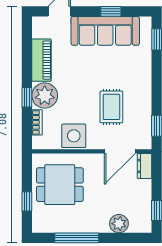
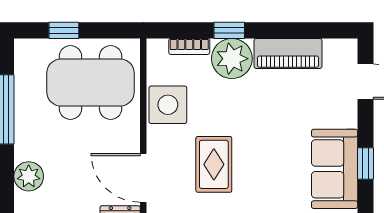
sofa: (105, 31) -> (335, 169), width x0.73
rug: (111, 107) -> (214, 164), turned 90
dining table: (60, 185) -> (91, 83), width x1.38

